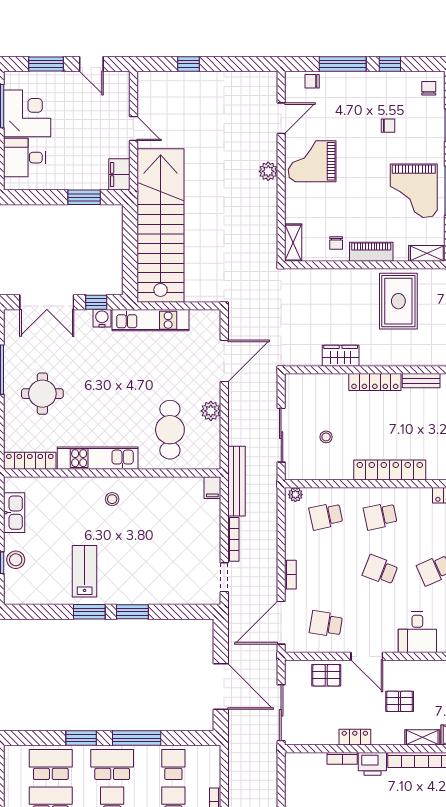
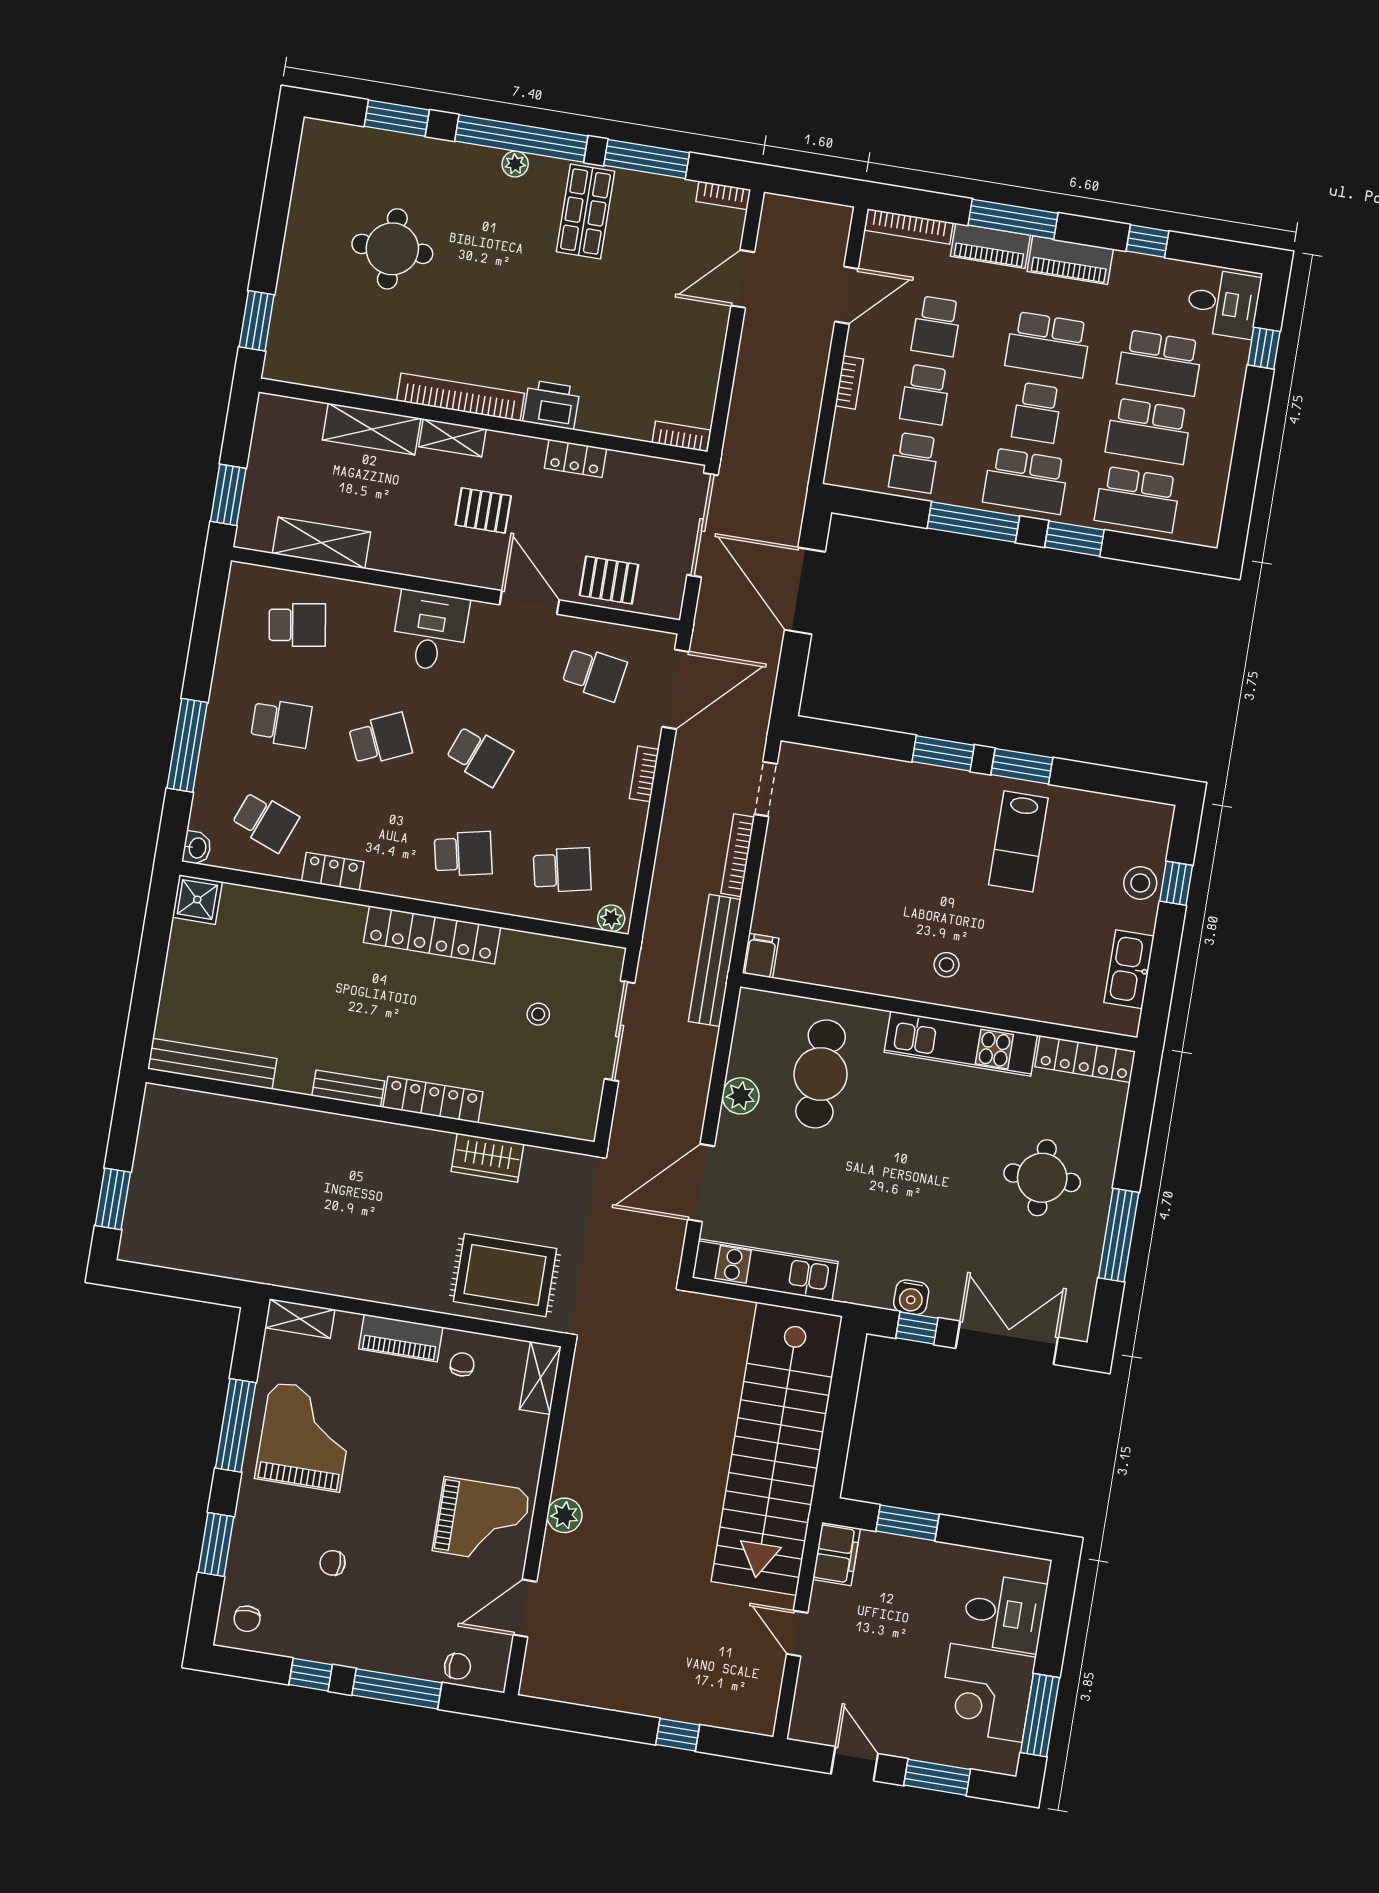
rug: (398, 301) -> (505, 1275), moved, turned 90
kitchen unit: (151, 320) -> (765, 1270), moved
bookcase: (342, 758) -> (681, 436), moved

